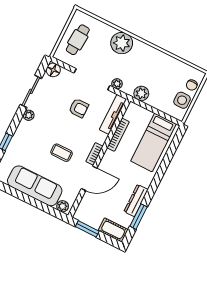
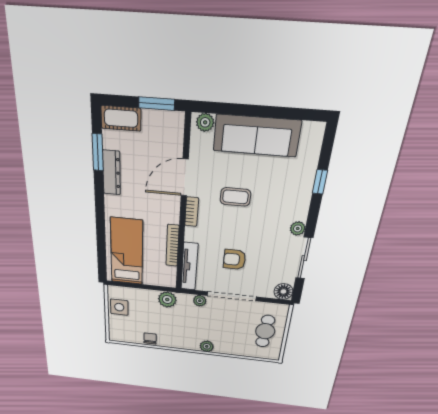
plant: (122, 43) -> (207, 346), width x0.53, depth x0.53
chair: (192, 85) -> (150, 338), moved

